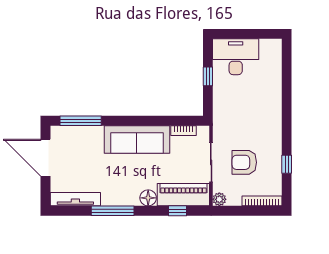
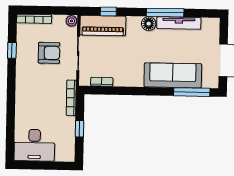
desk: (236, 57) -> (34, 145), moved
bookcase: (218, 111) -> (71, 98), added
sofa: (137, 139) -> (173, 75), moved
floor lamp: (148, 198) -> (149, 24), moved
tv unit: (75, 199) -> (179, 23), moved

